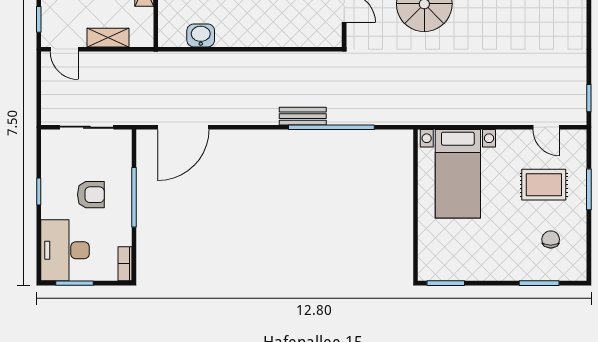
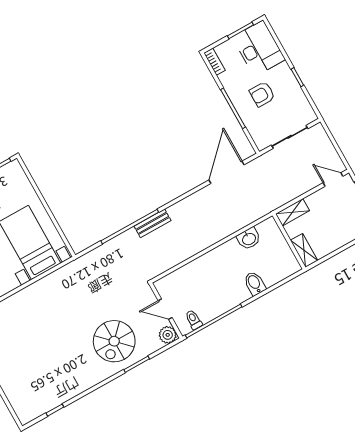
shelving: (108, 38) -> (292, 212), moved

